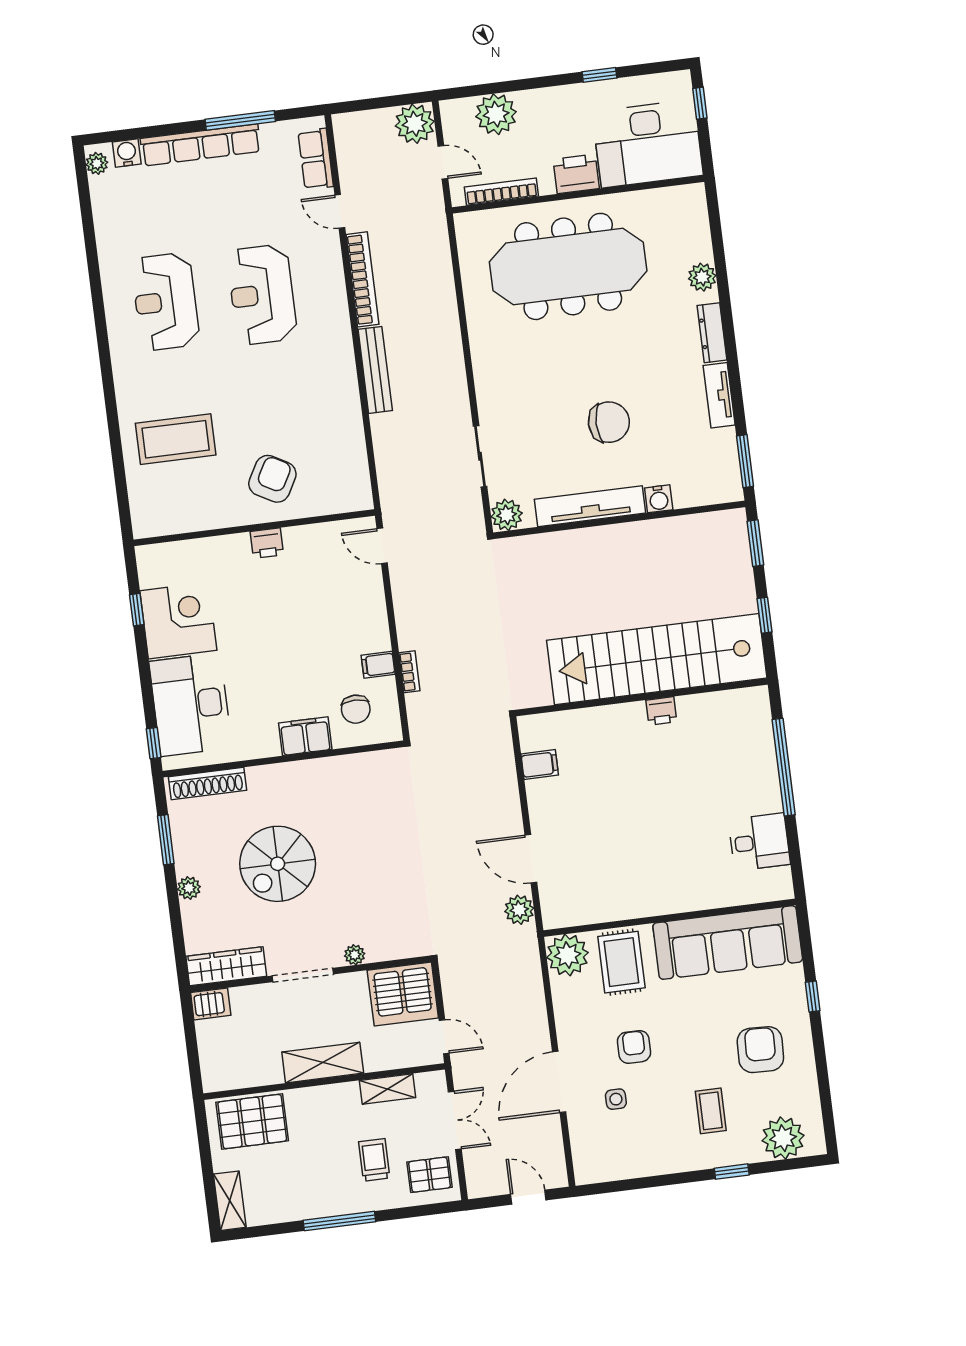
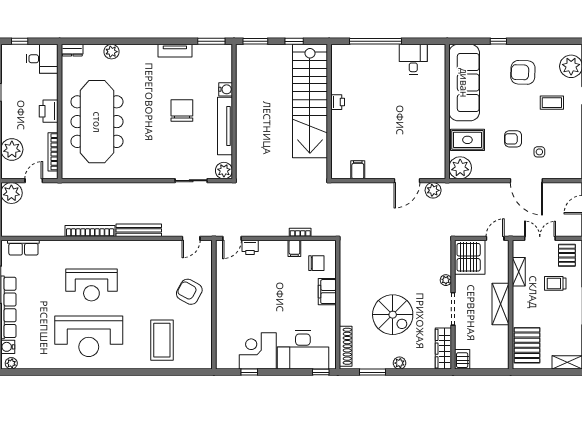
desk: (648, 144) -> (42, 59), width x0.53, depth x0.77
door: (340, 211) -> (191, 238), moved
reception desk: (165, 302) -> (89, 336), width x1.36, depth x1.30
dresser: (712, 333) -> (72, 50), moved, width x0.70
printer: (267, 543) -> (250, 247), moved, turned 90

